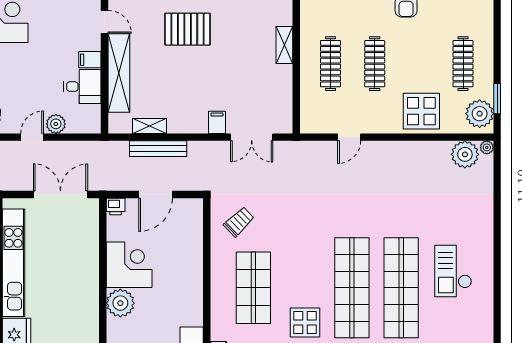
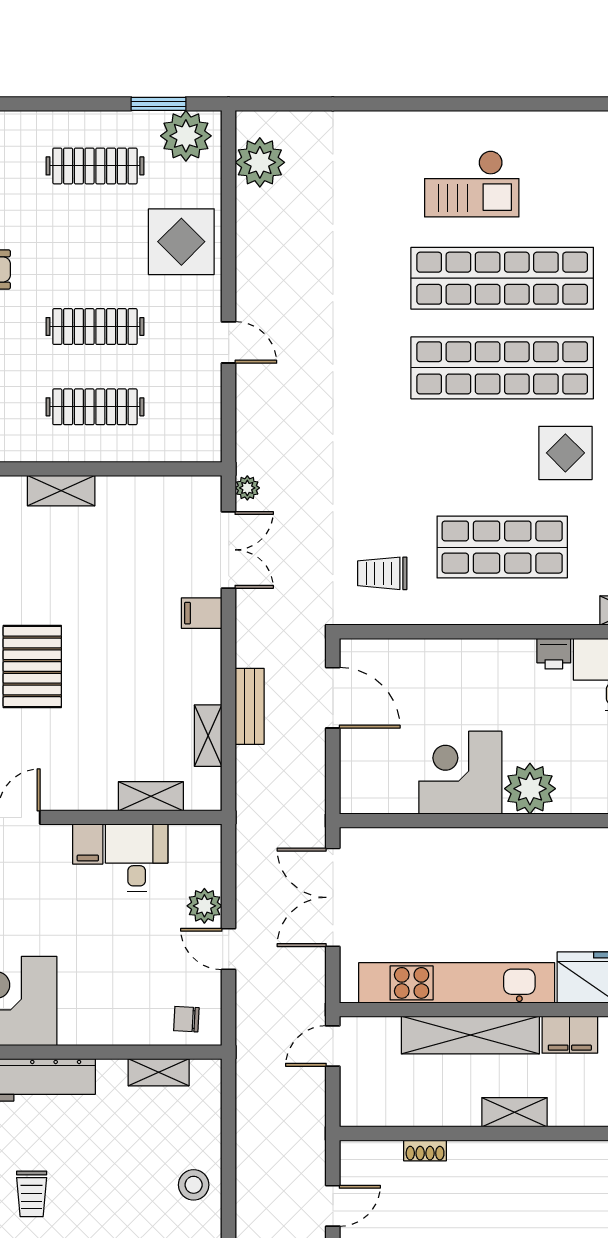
shelving: (119, 73) -> (151, 796), width x0.45, depth x0.75
door: (349, 137) -> (229, 342), moved
plant: (487, 147) -> (247, 488), moved
bench: (158, 149) -> (250, 706), width x0.73
door: (156, 195) -> (333, 698), moved
printer: (116, 207) -> (554, 654), moved, turned 90
trolley: (239, 222) -> (382, 573), turned -46

